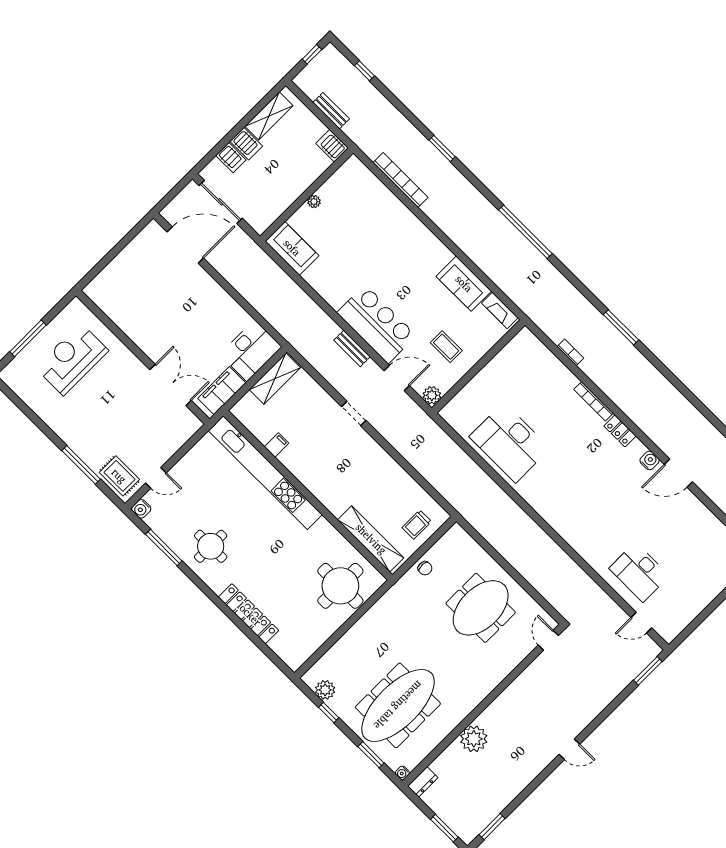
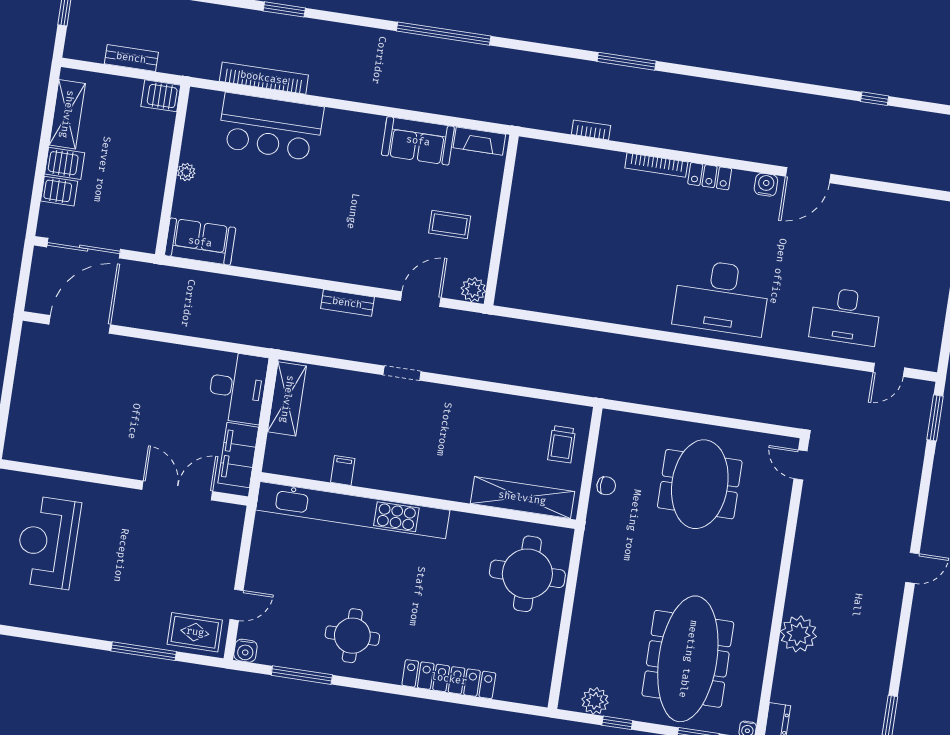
bar counter: (377, 324) -> (271, 127), moved, turned 180
desk: (510, 443) -> (721, 297), moved

